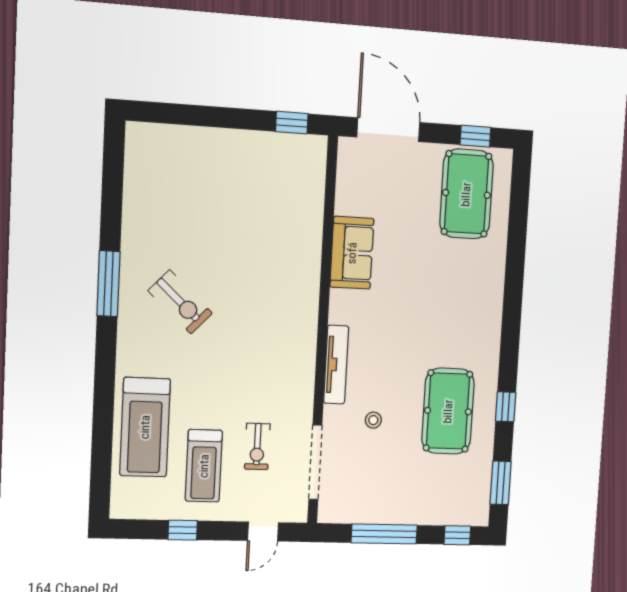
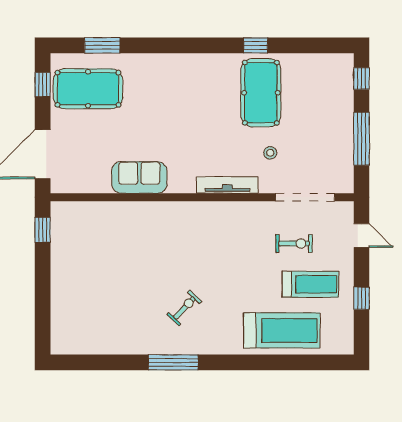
exercise bike: (180, 302) -> (184, 308), width x0.73, depth x0.72
pool table: (448, 411) -> (261, 93), turned 90
window: (501, 483) -> (102, 45), moved

